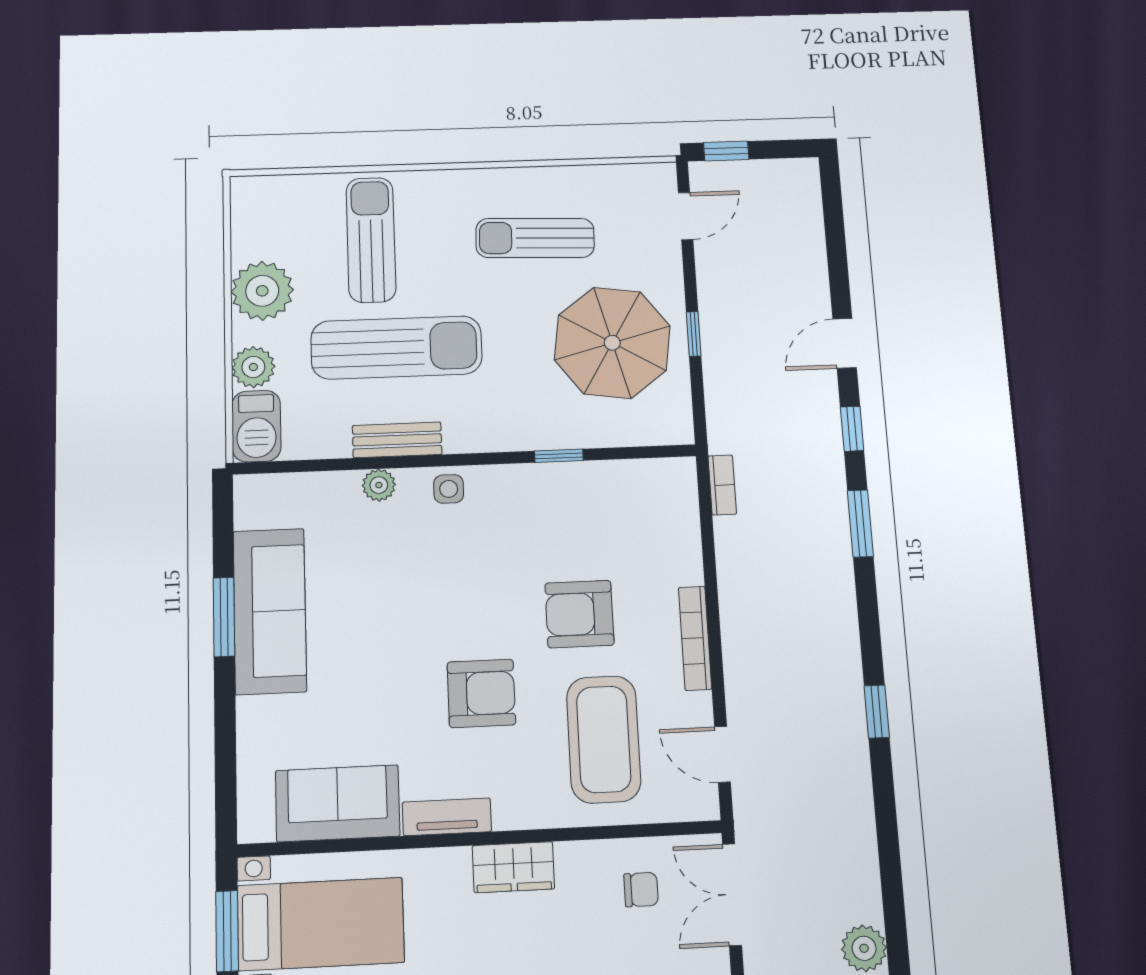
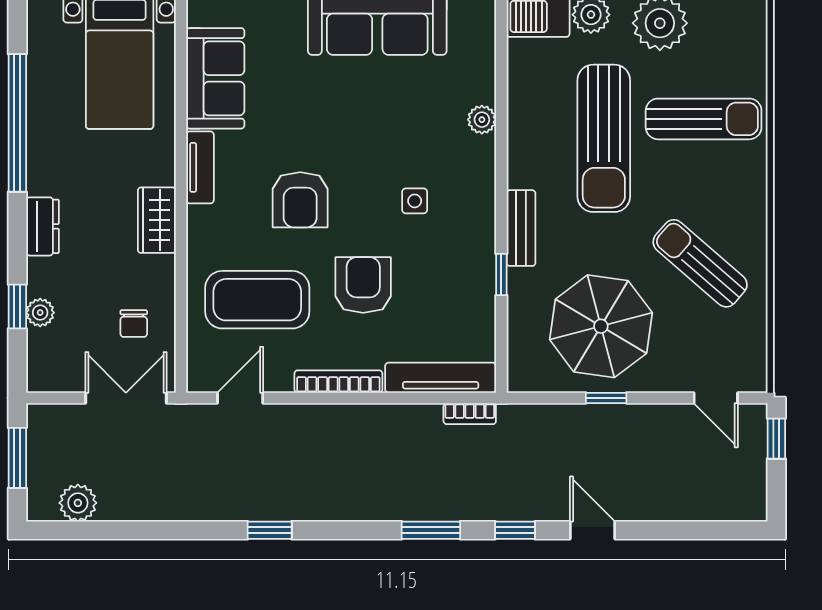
sun lounger: (535, 238) -> (700, 263), turned -51
bench: (397, 440) -> (521, 228), moved
side table: (449, 489) -> (415, 201), moved
tv unit: (683, 520) -> (441, 378), added

